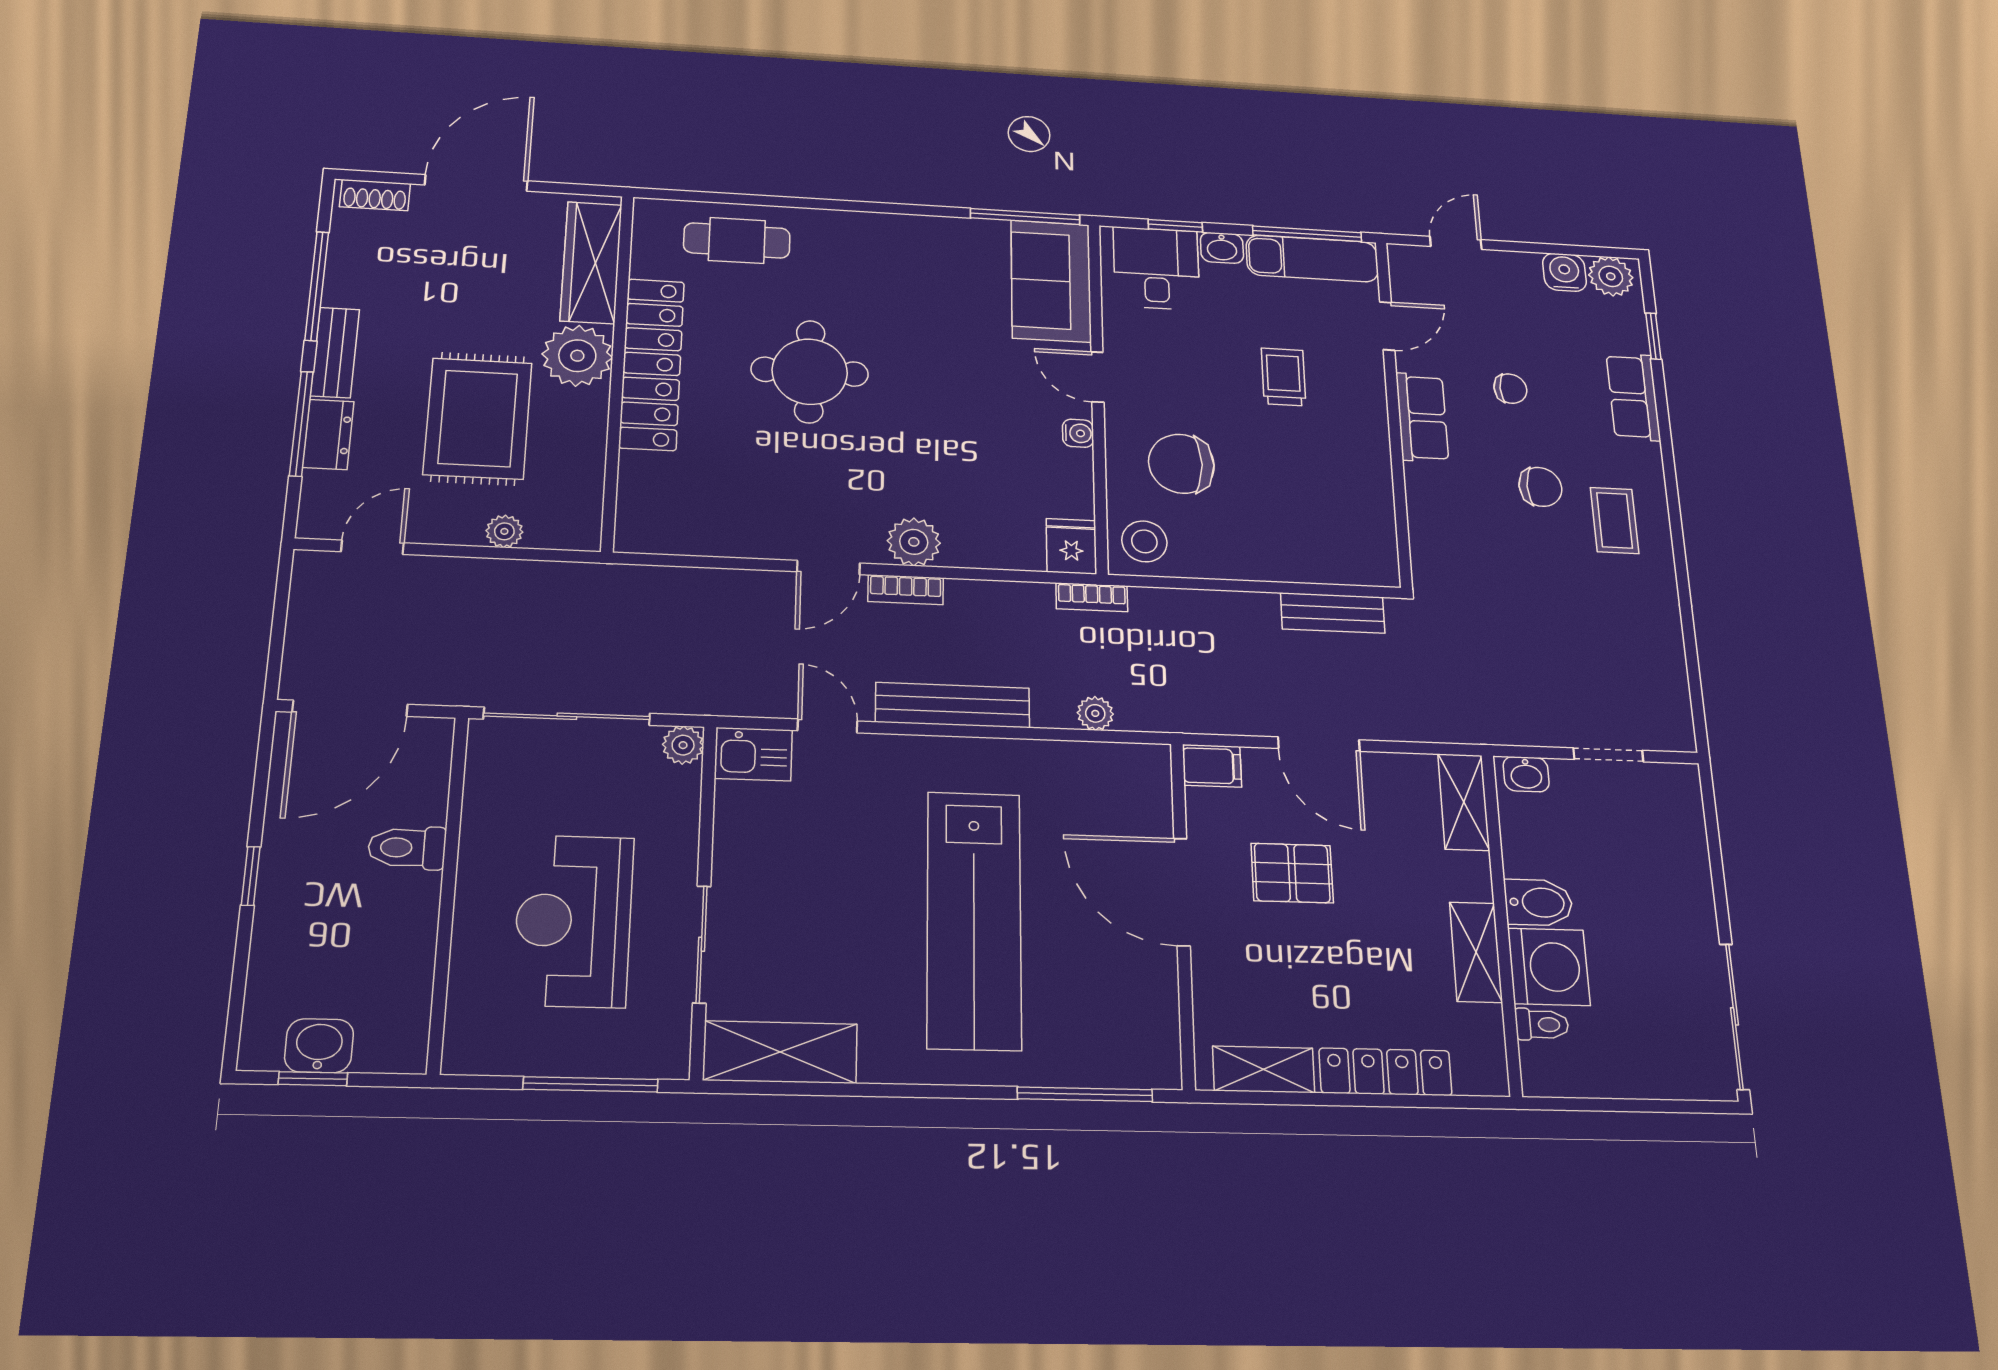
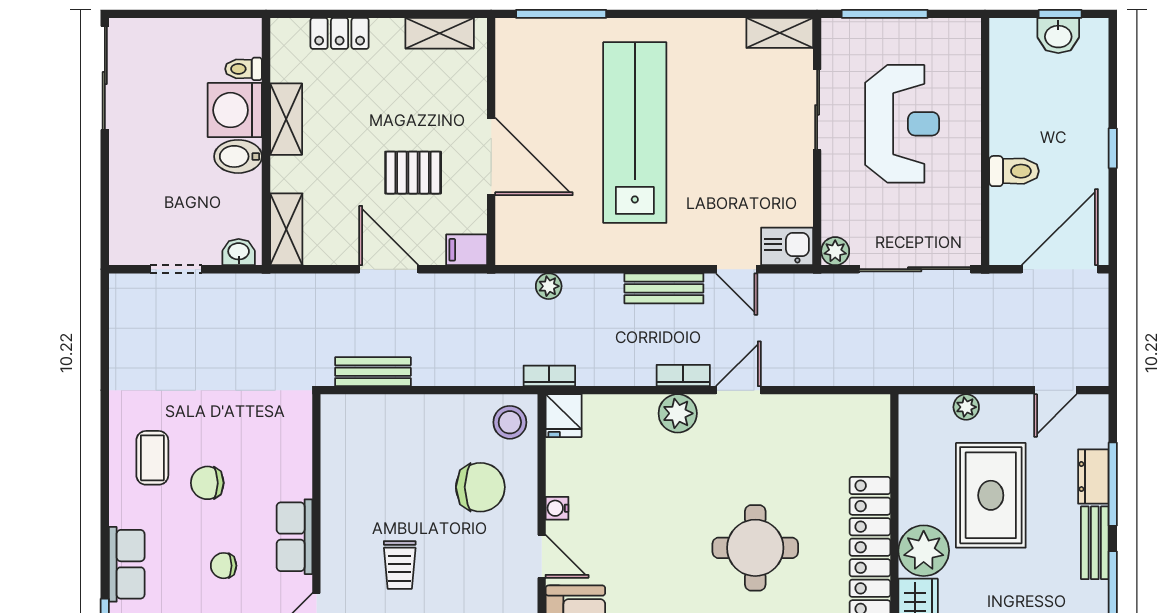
bench: (953, 705) -> (664, 288), width x0.73
shelving: (780, 1052) -> (780, 33), width x0.67, depth x0.75
locker: (1385, 1072) -> (340, 33), width x0.66

